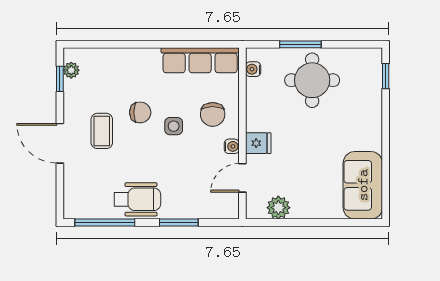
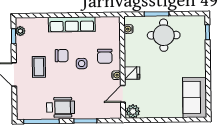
row of seats: (200, 60) -> (72, 24), moved
plant: (278, 208) -> (133, 111), moved

